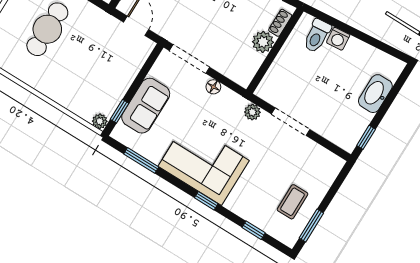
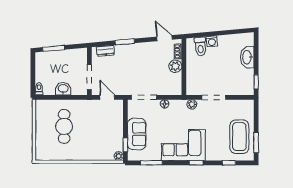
coffee table: (293, 202) -> (239, 137), width x1.86, depth x1.72

